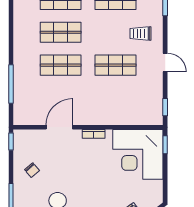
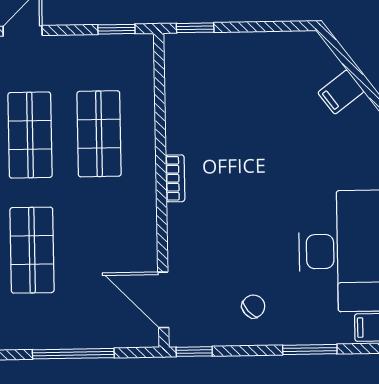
shop shelf: (115, 98) -> (99, 134), added
door: (59, 127) -> (163, 300), moved
corner desk: (138, 154) -> (217, 85), removed

